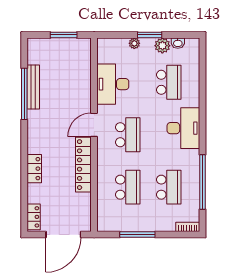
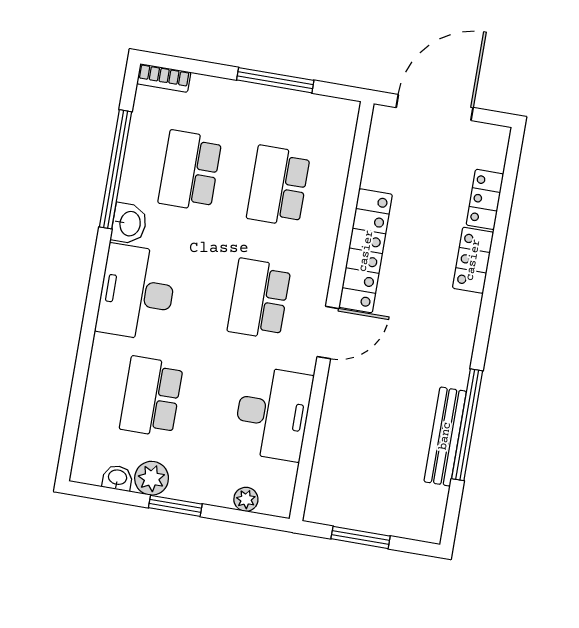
plant: (134, 43) -> (246, 499), moved
washbasin: (192, 159) -> (129, 223), added
locker: (34, 217) -> (485, 199), moved

